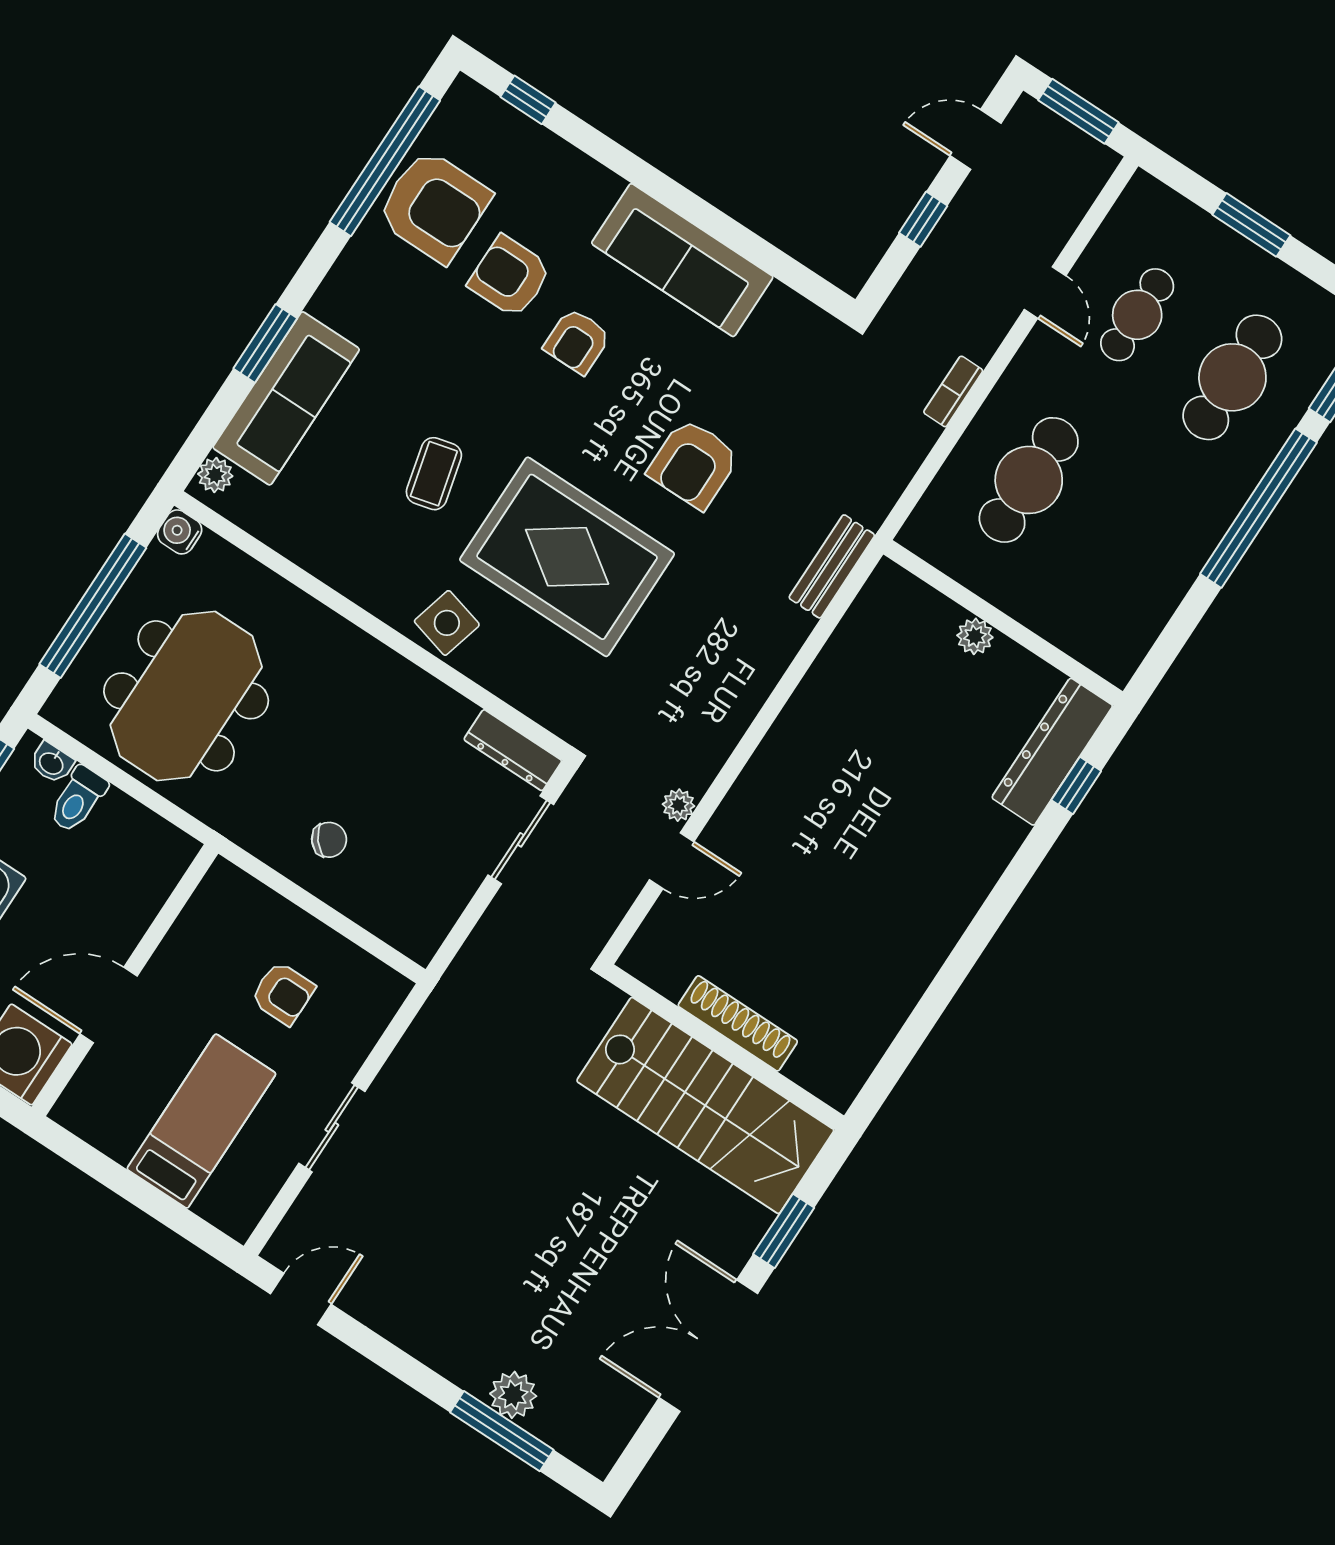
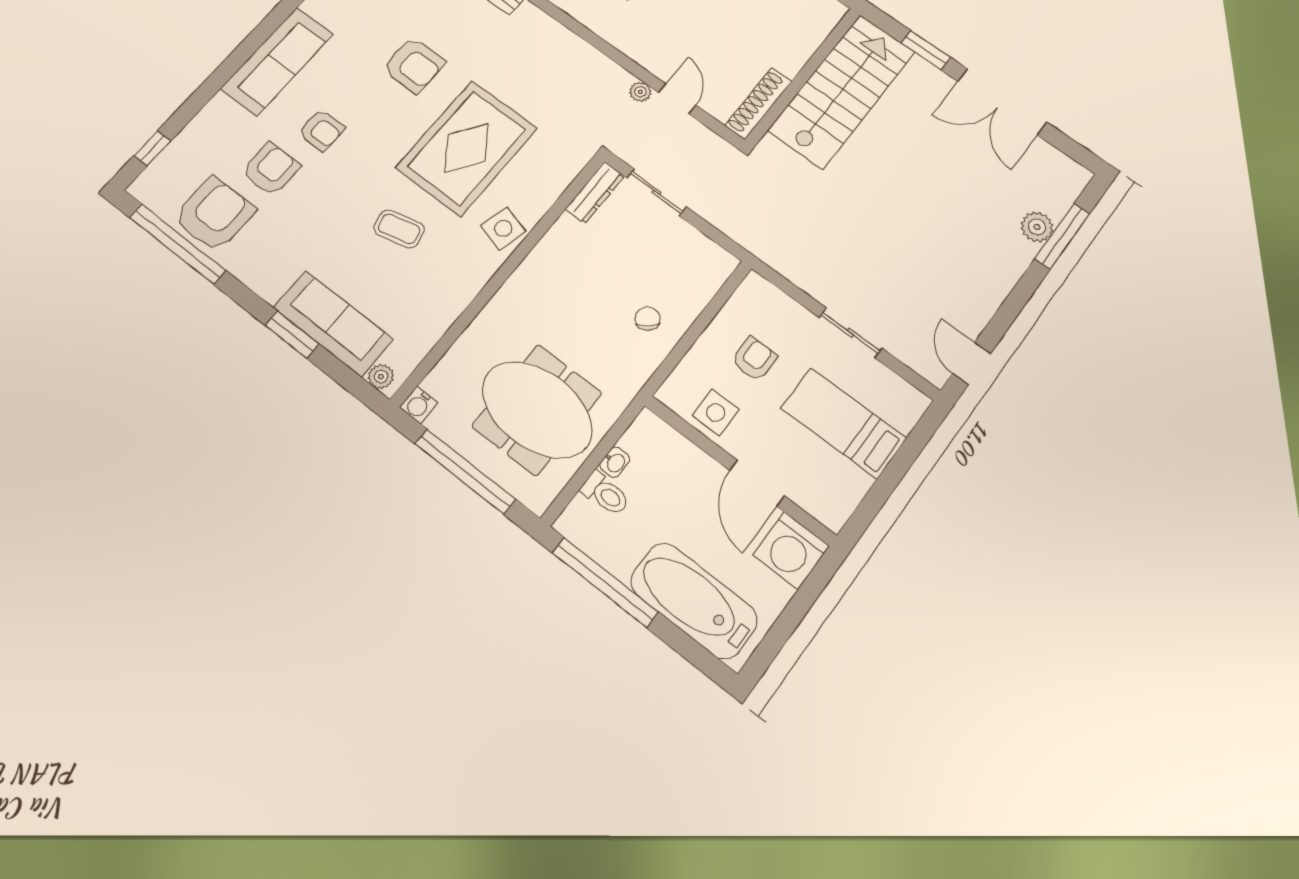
armchair: (510, 277) -> (271, 169), turned 180
washbasin: (52, 763) -> (615, 462), moved
side table: (202, 943) -> (716, 412), added
shoe rack: (738, 1023) -> (758, 103), moved

